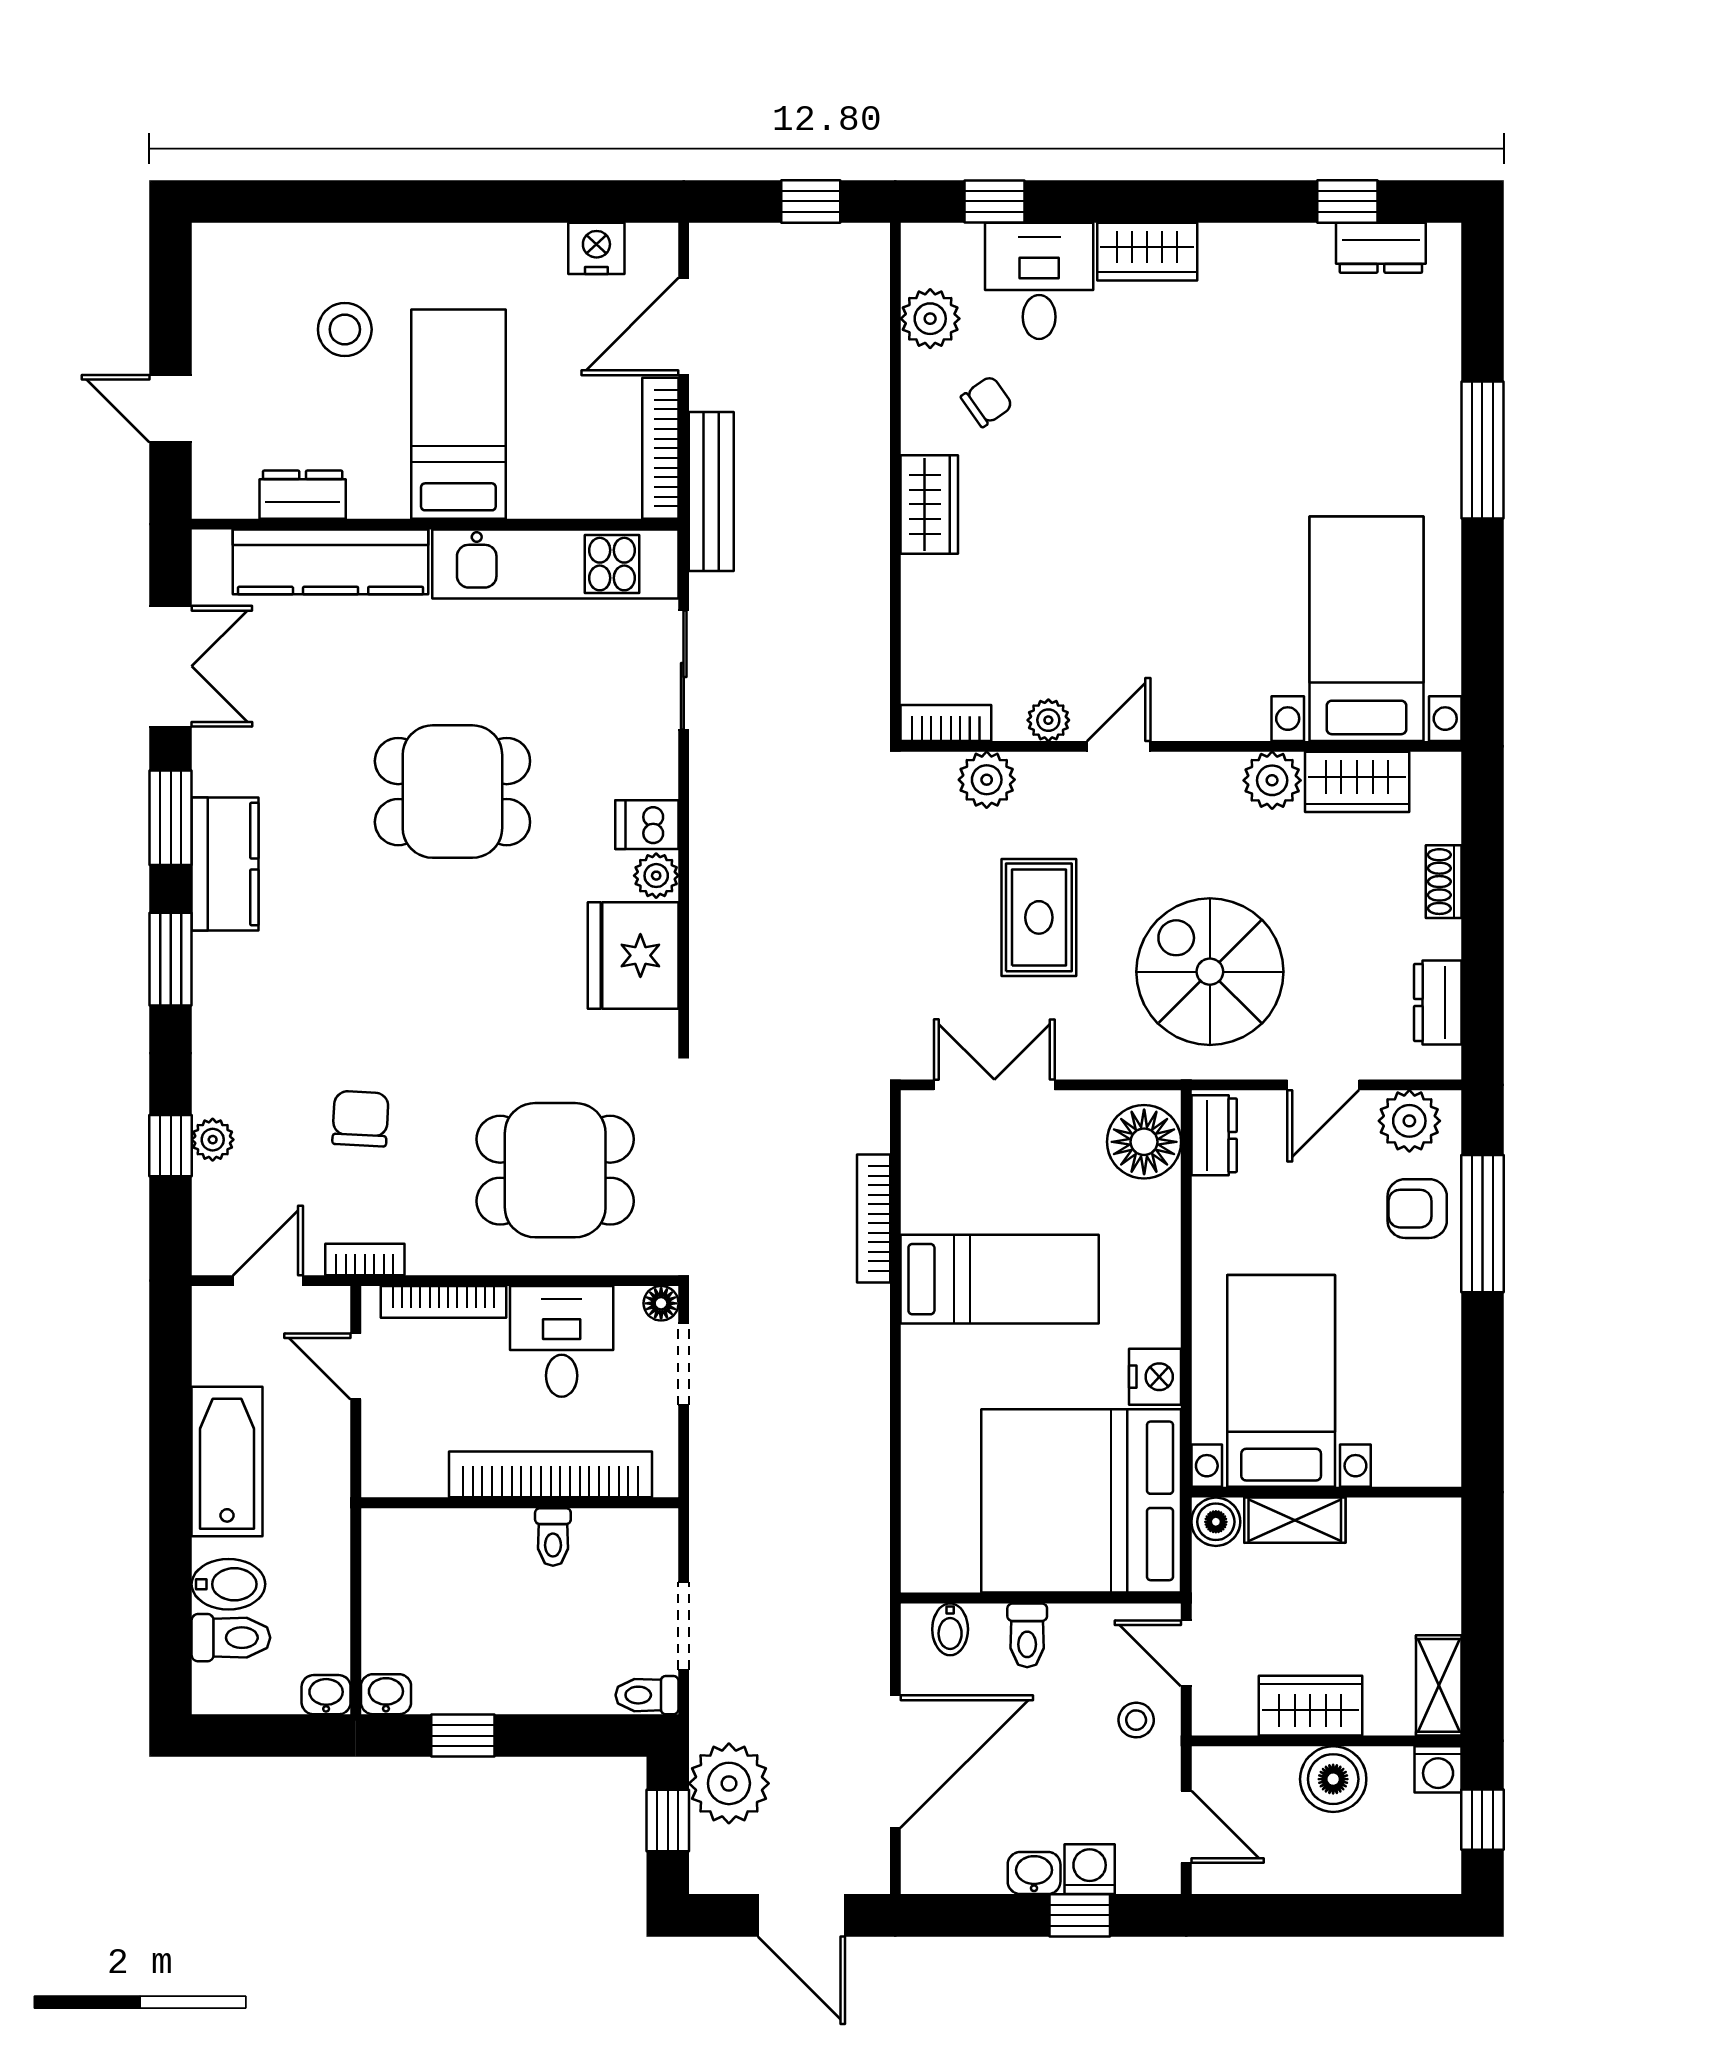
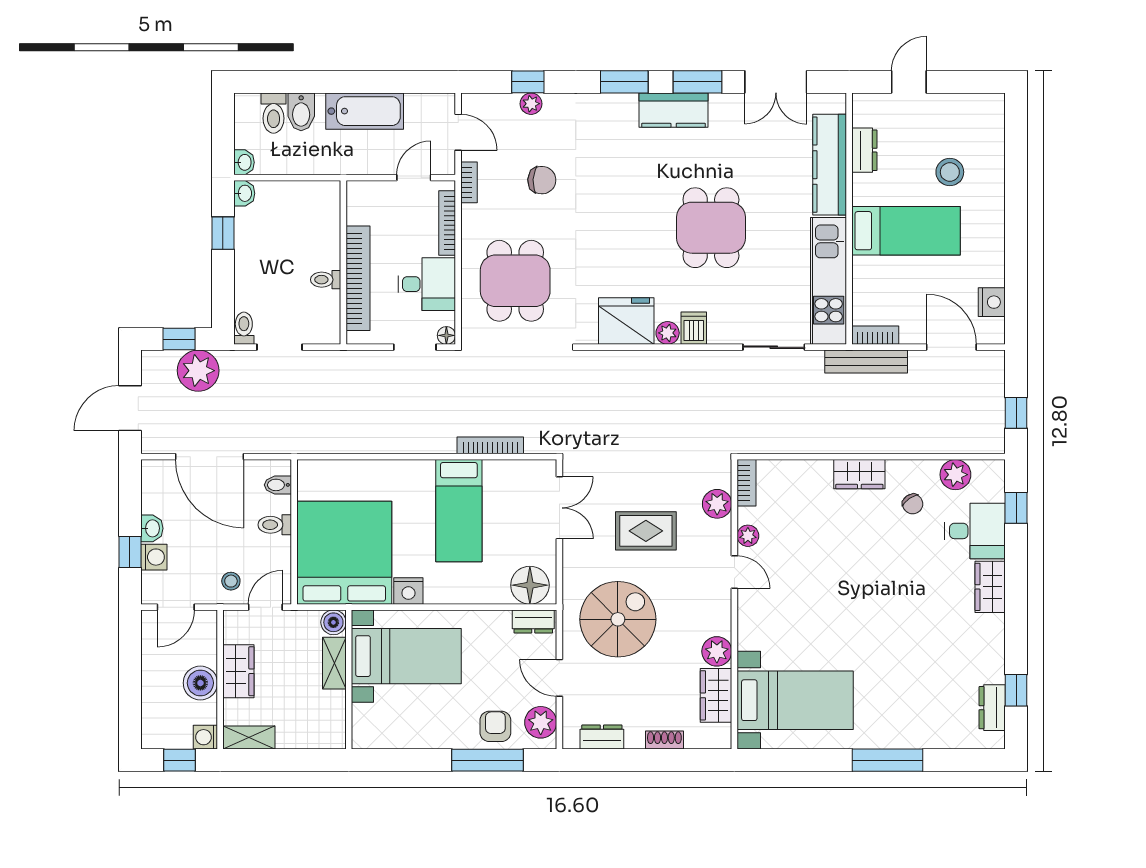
bookcase: (660, 448) -> (875, 335), width x0.64

